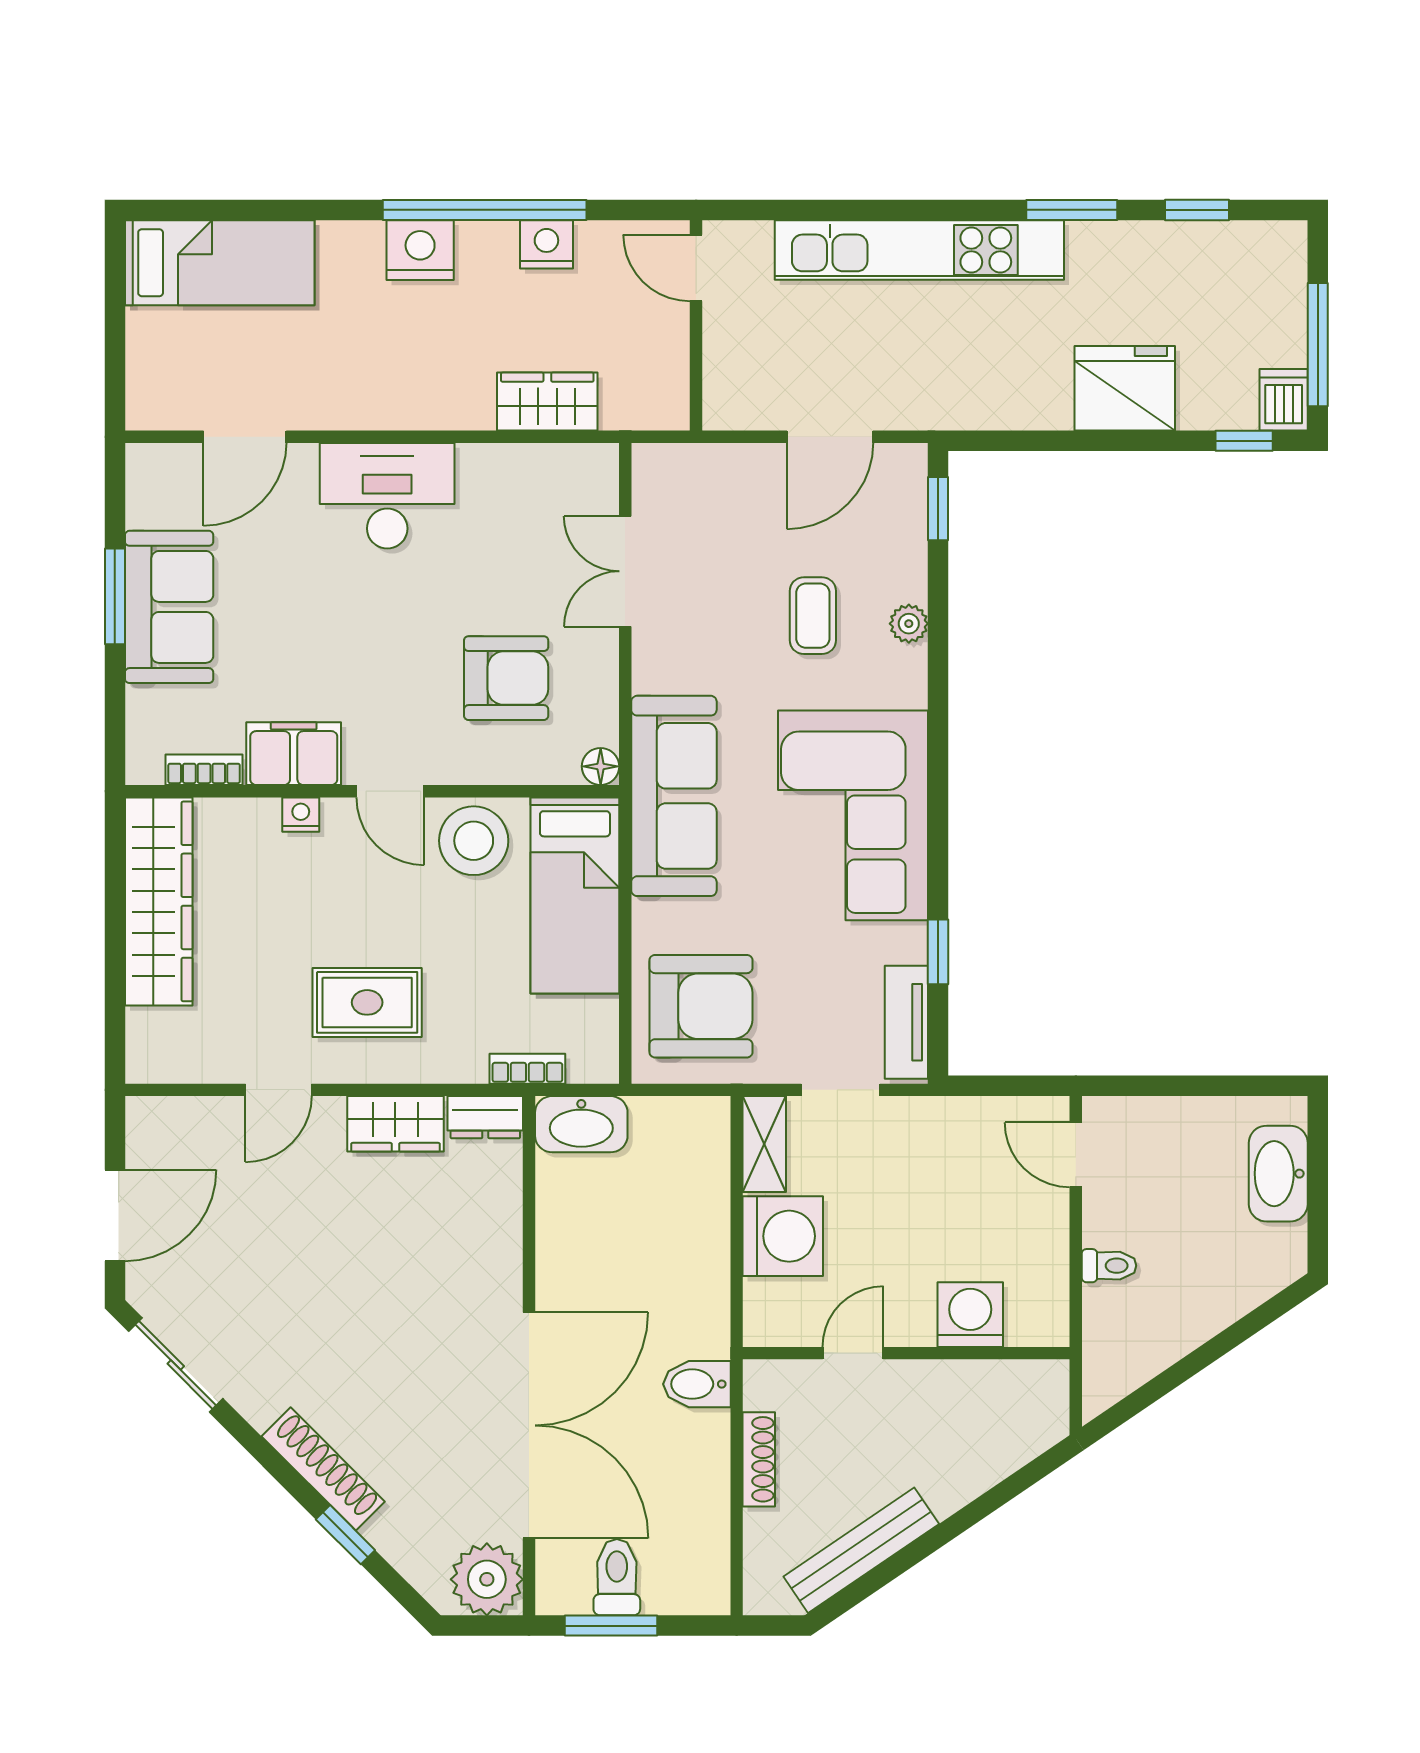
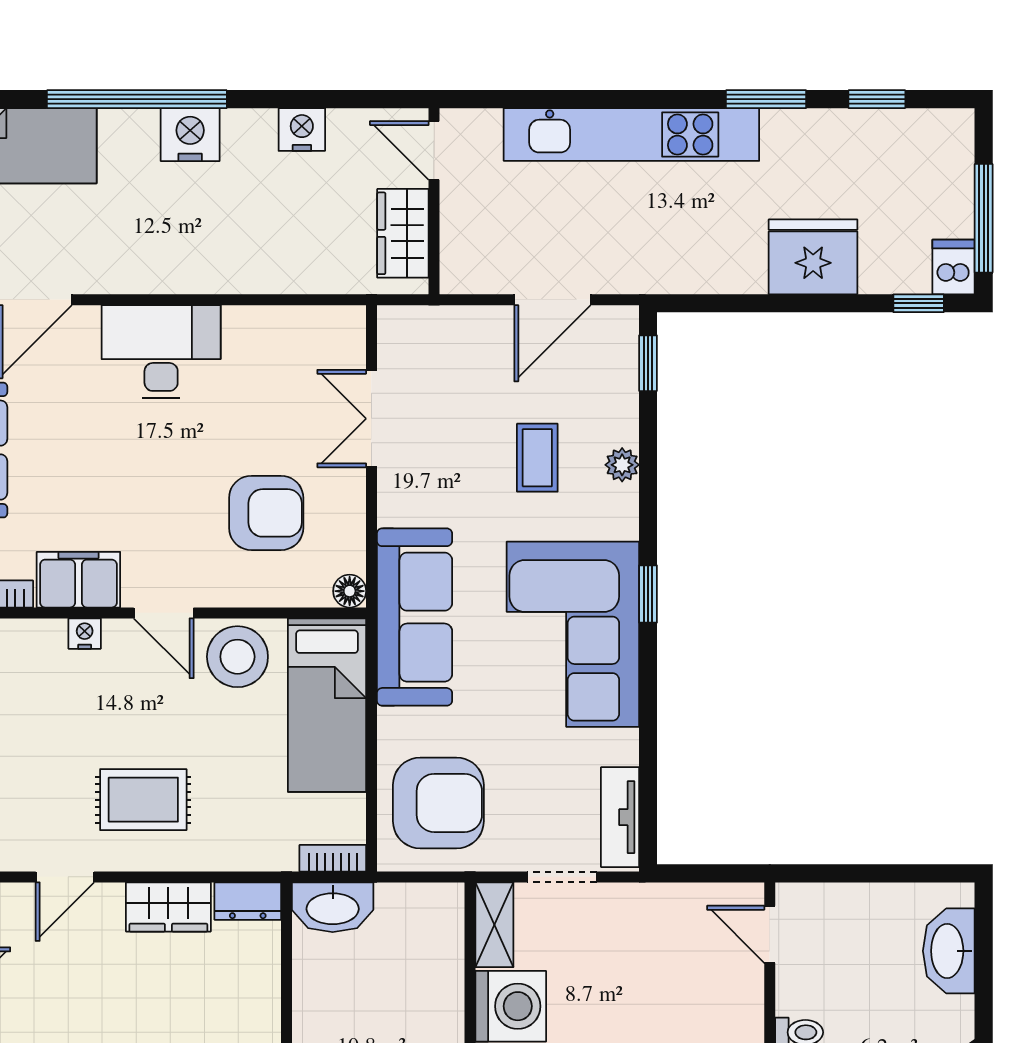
window: (485, 210) -> (137, 99), moved
wardrobe: (547, 402) -> (403, 233), moved, turned -90
window: (938, 952) -> (648, 594), moved
bookcase: (527, 1069) -> (333, 858), moved

